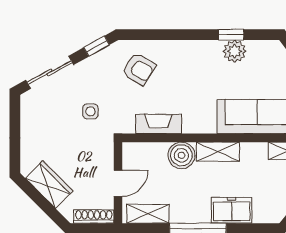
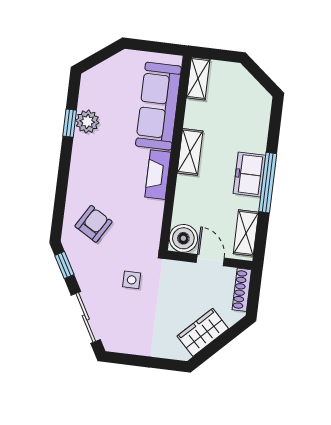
fireplace: (159, 124) -> (158, 175), moved
boiler: (181, 155) -> (183, 238), moved
freezer: (232, 210) -> (249, 174), moved

